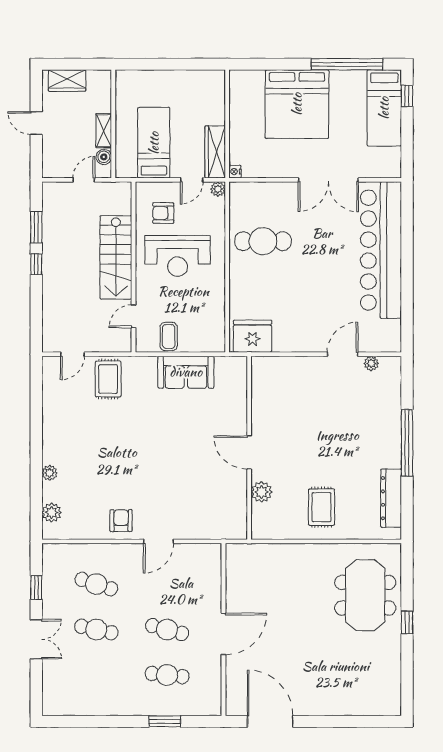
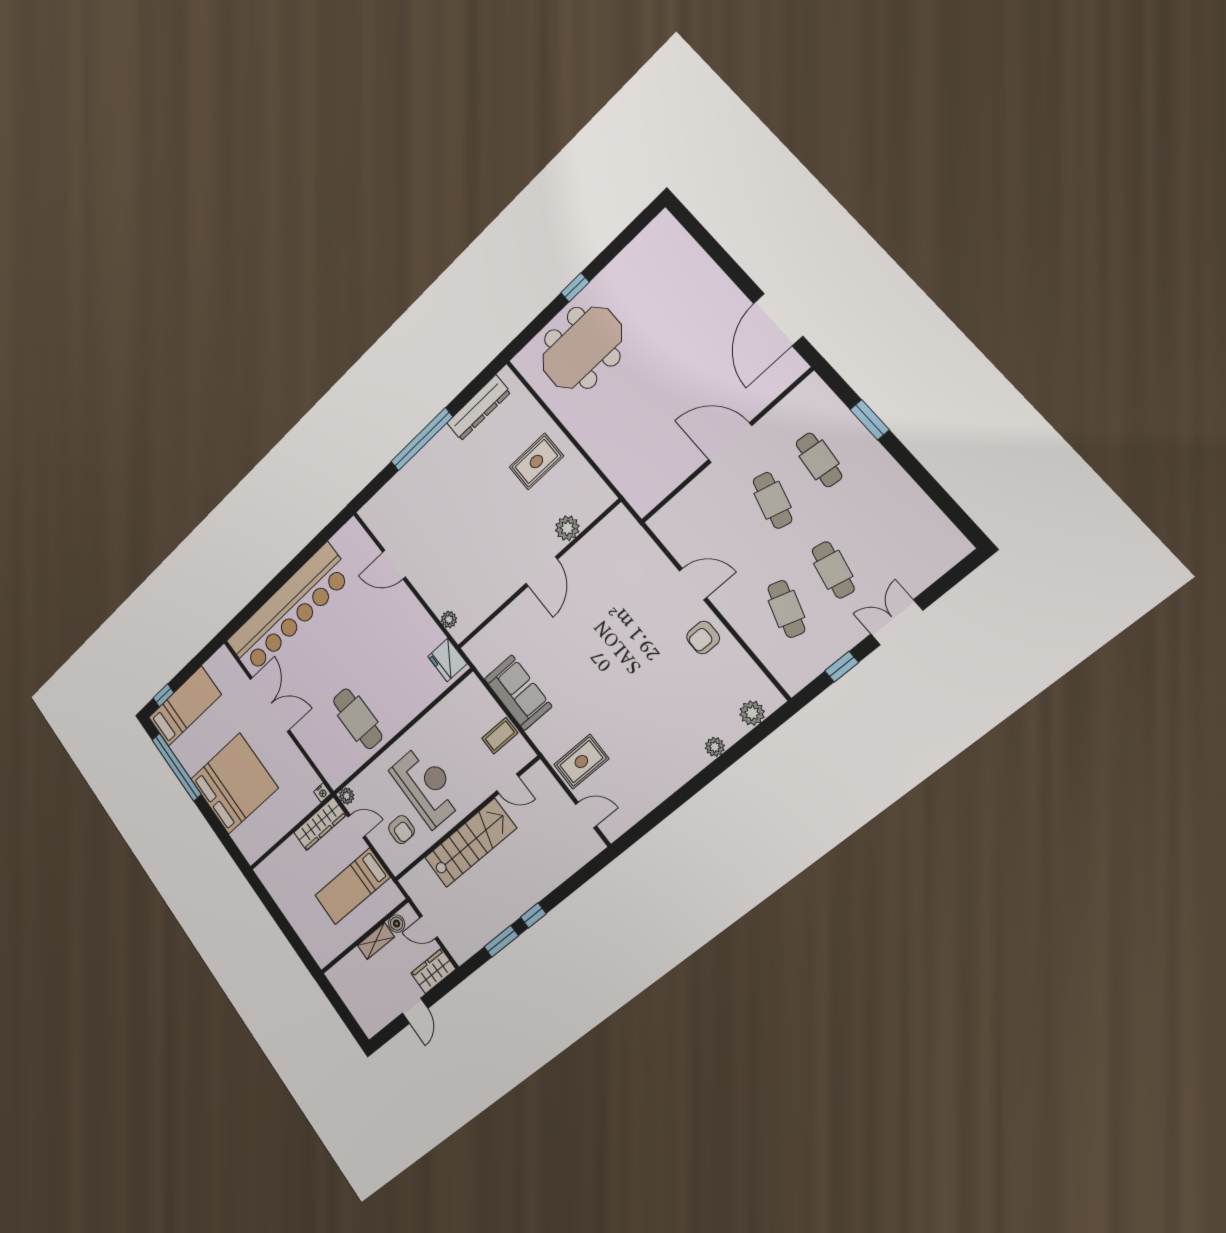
wardrobe: (67, 81) -> (433, 971), moved, turned -90
fridge: (253, 336) -> (447, 660), width x0.73, depth x0.75
plant: (371, 363) -> (449, 619), moved

